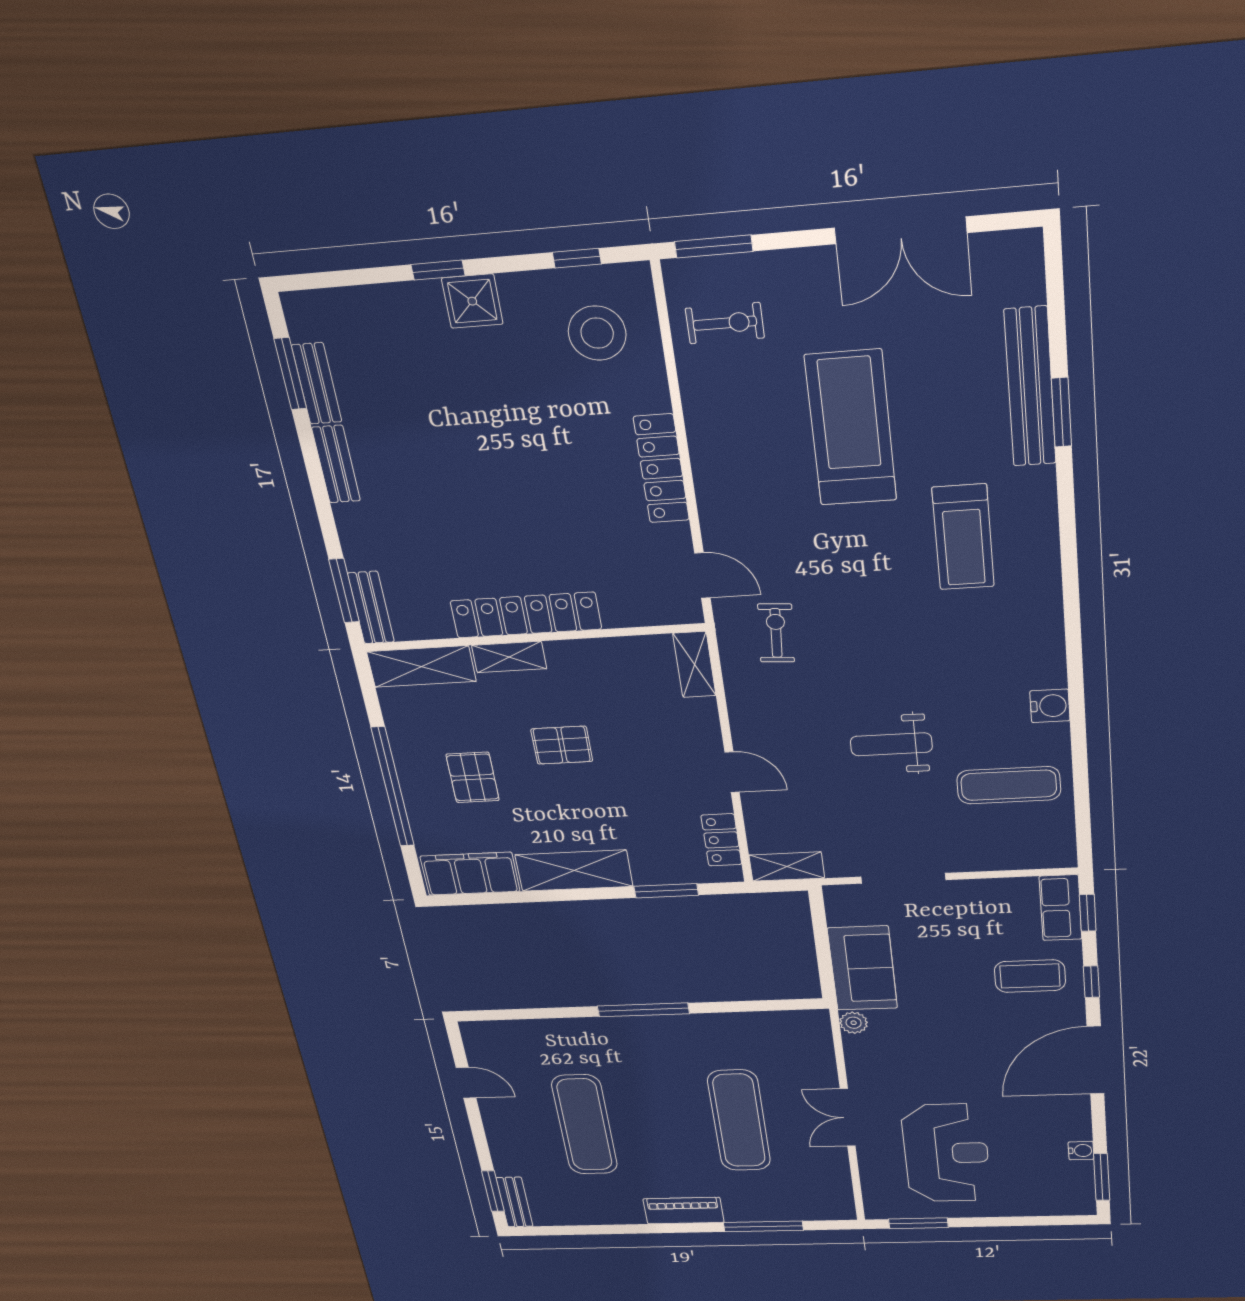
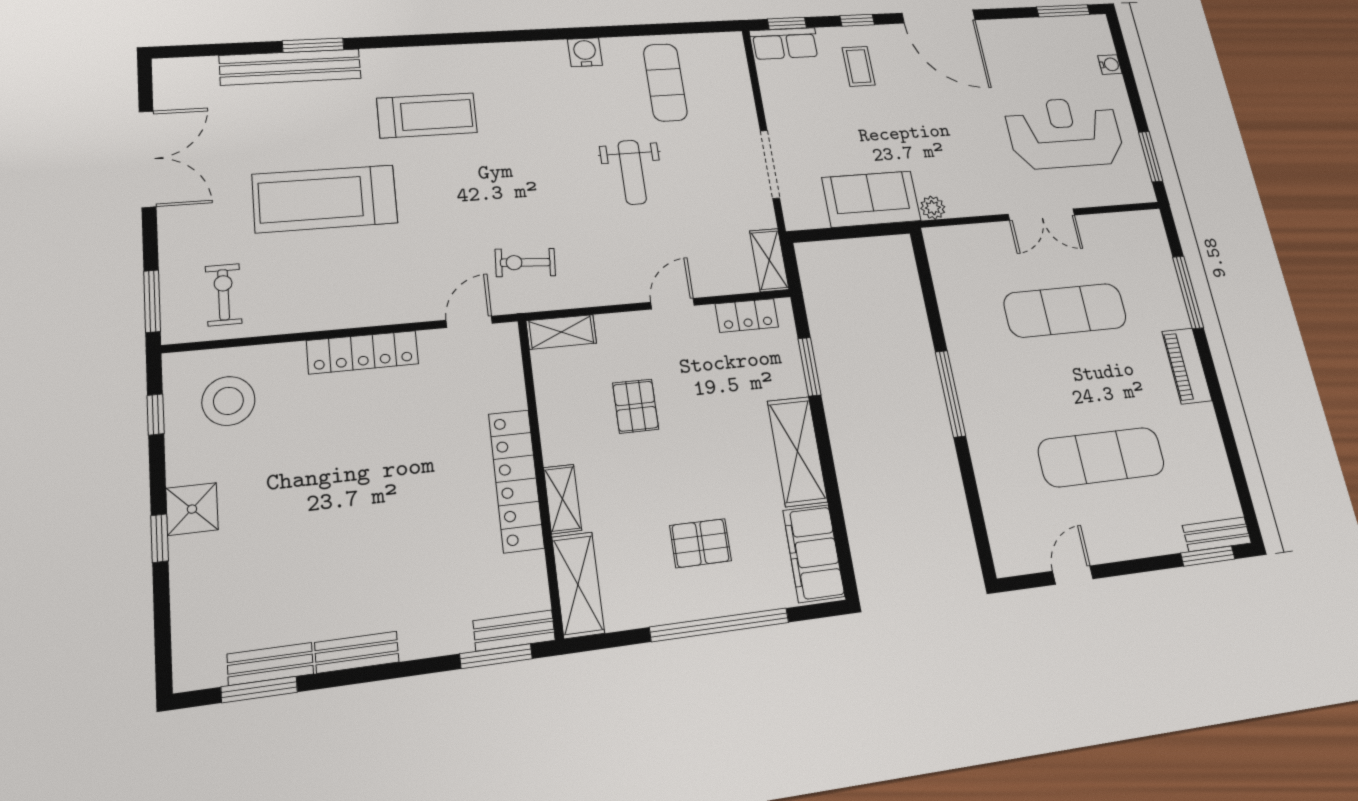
pallet: (562, 745) -> (636, 406), moved
coffee table: (1030, 976) -> (859, 66), width x0.73, depth x0.77
water cooler: (1081, 1151) -> (1110, 64), moved, turned 90

